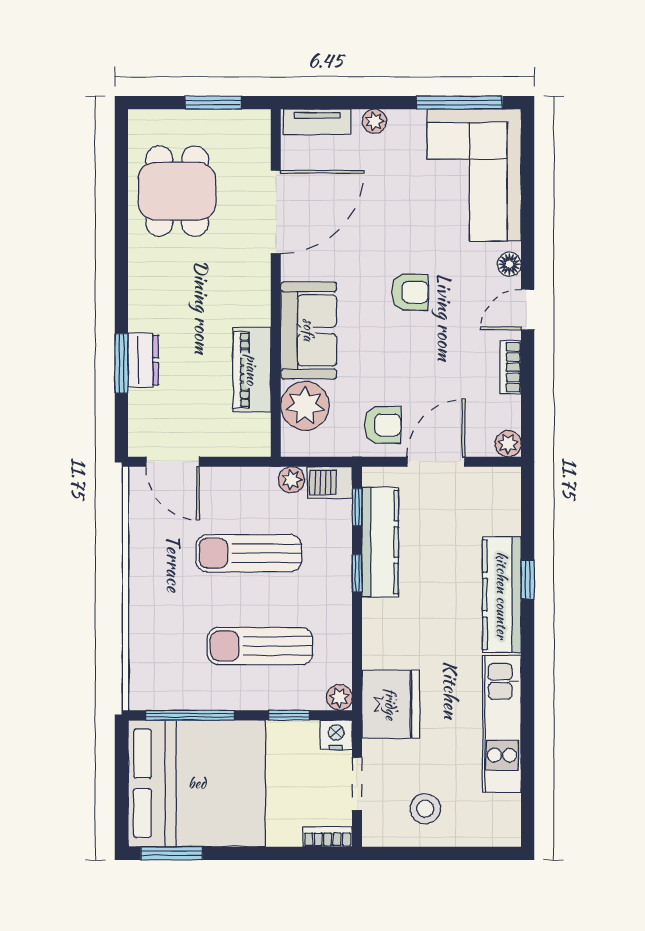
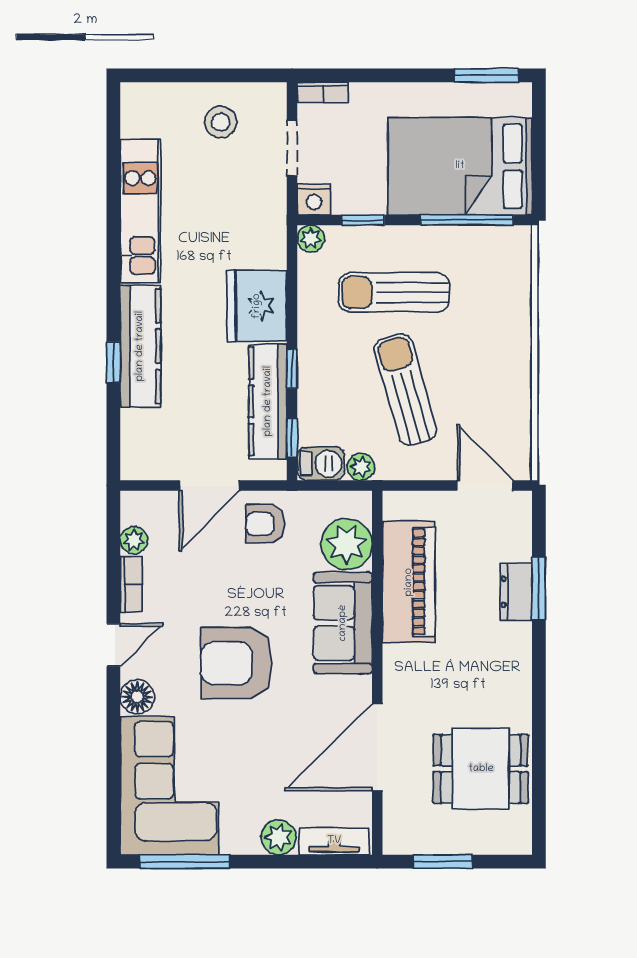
plant: (374, 121) -> (279, 837), width x1.38, depth x1.38
dining table: (177, 191) -> (481, 769), turned 90
floor lamp: (509, 264) -> (137, 697), width x1.37, depth x1.37
armchair: (410, 292) -> (237, 663), width x1.88, depth x1.88
piano: (252, 370) -> (409, 582), width x1.37, depth x1.33
plant: (508, 444) -> (134, 540), moved
sun lounger: (249, 553) -> (406, 390), turned -106
sun lounger: (260, 646) -> (394, 293), turned 180
fridge: (391, 704) -> (257, 306), moved
bed: (197, 783) -> (460, 166), width x0.73

